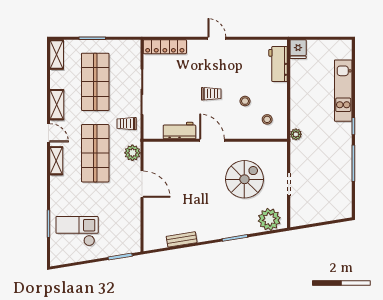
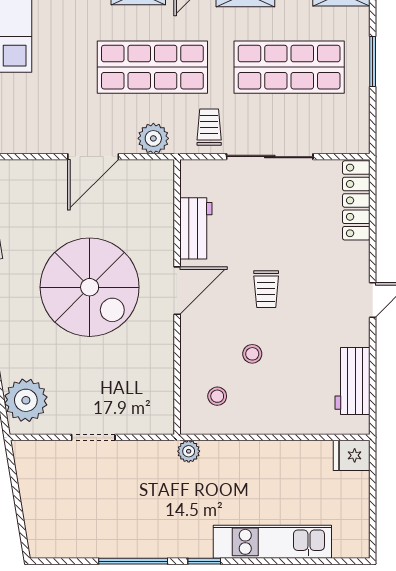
workbench: (278, 64) -> (352, 381), moved, turned -90
spiral stairs: (244, 179) -> (90, 287), moved, width x1.37, depth x1.37

